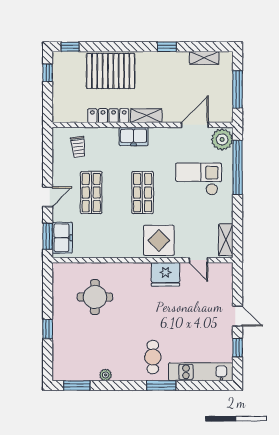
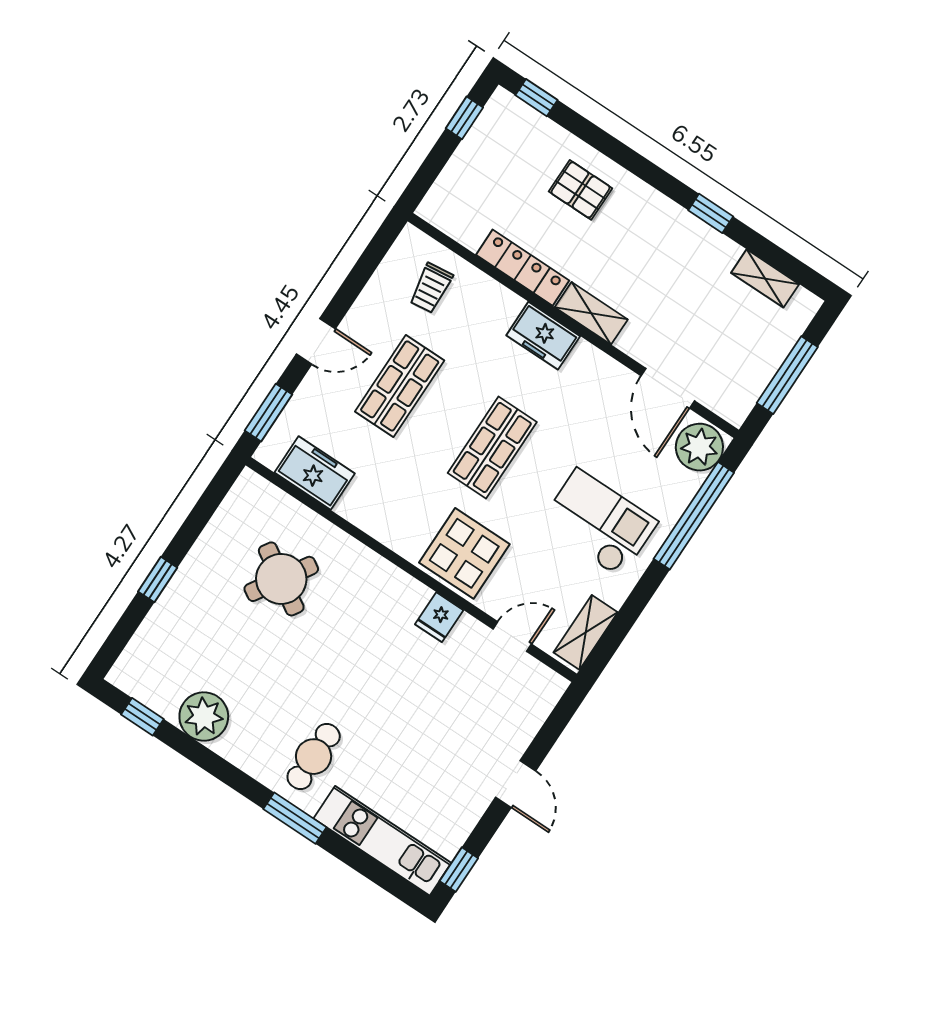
pallet: (111, 71) -> (581, 190), width x0.49, depth x0.50
door: (195, 125) -> (668, 388), swing flipped
checkout: (199, 179) -> (599, 523), moved
freezer: (62, 238) -> (315, 473), moved, turned -90
door: (199, 260) -> (512, 637), swing flipped
fridge: (165, 274) -> (439, 617), width x0.53, depth x0.75
round table: (95, 297) -> (281, 579), turned 32
window: (238, 348) -> (459, 870), moved
plant: (106, 375) -> (204, 717), width x1.88, depth x1.88
window: (77, 385) -> (142, 717), width x0.67

